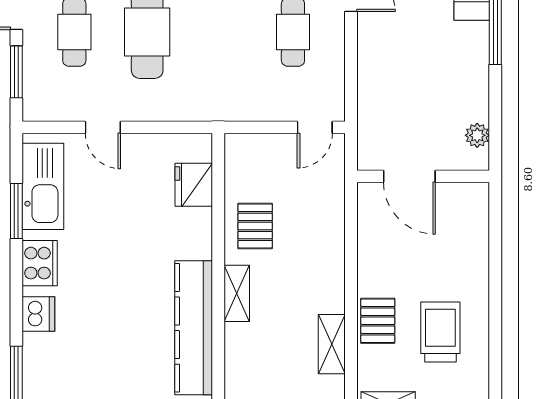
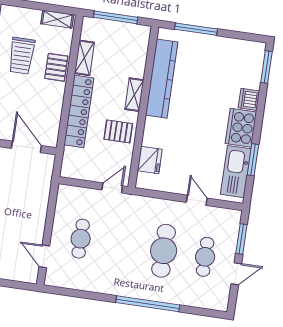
door: (315, 127) -> (112, 188), moved
pallet: (255, 226) -> (118, 131), turned 90
locker: (328, 251) -> (79, 111), added
cooker: (40, 263) -> (241, 128), width x1.37, depth x1.31

